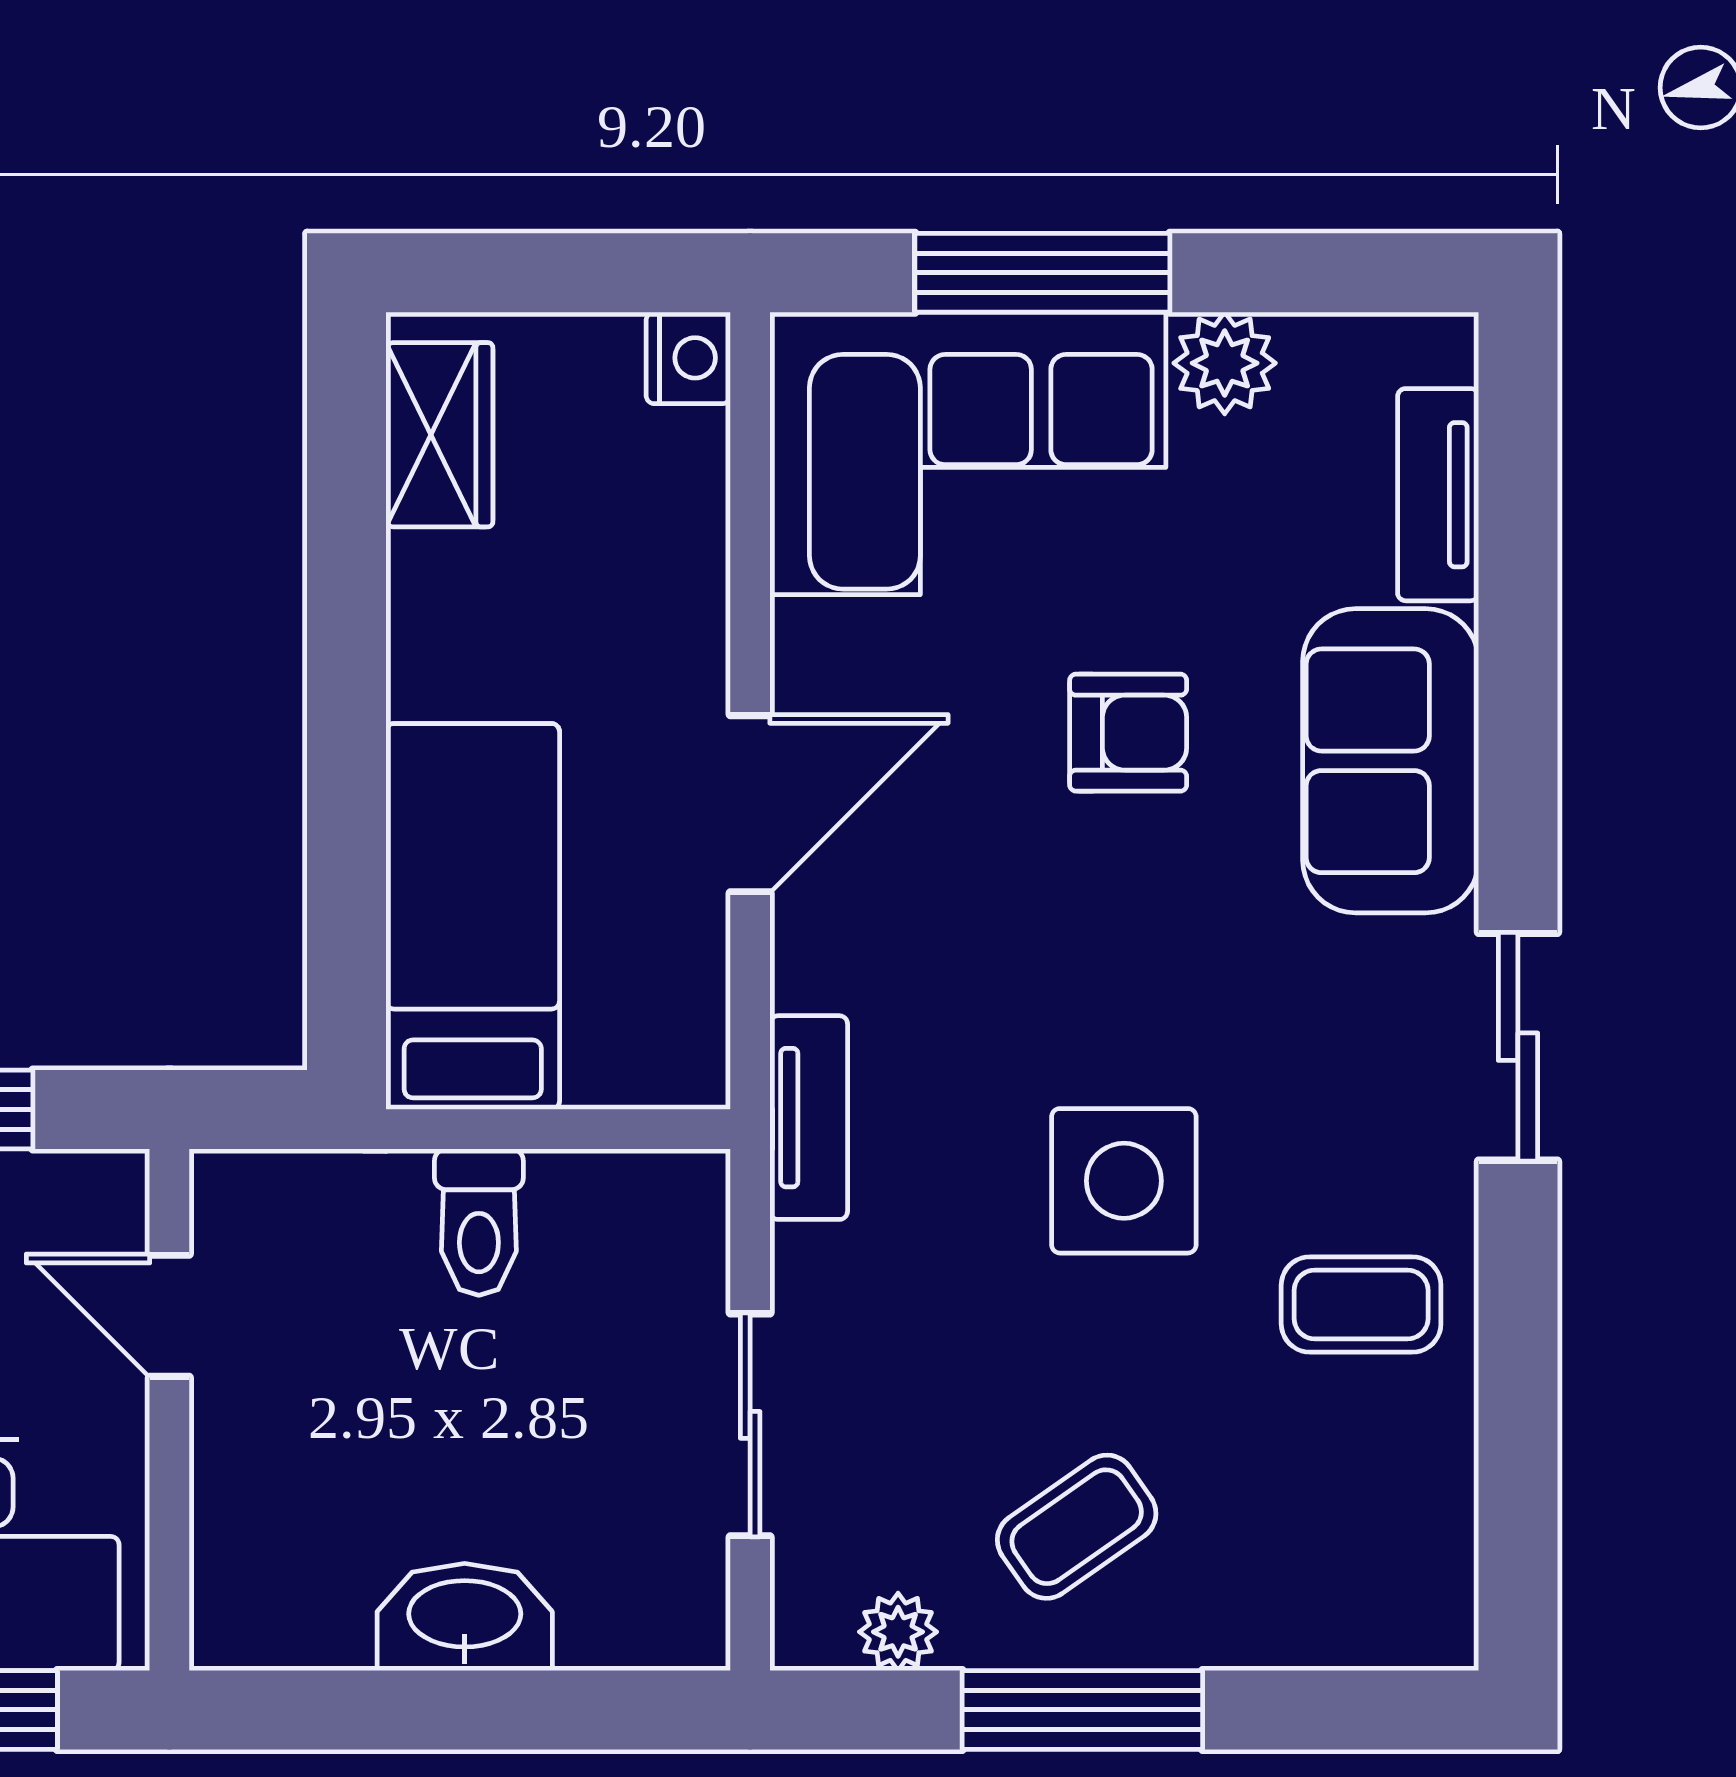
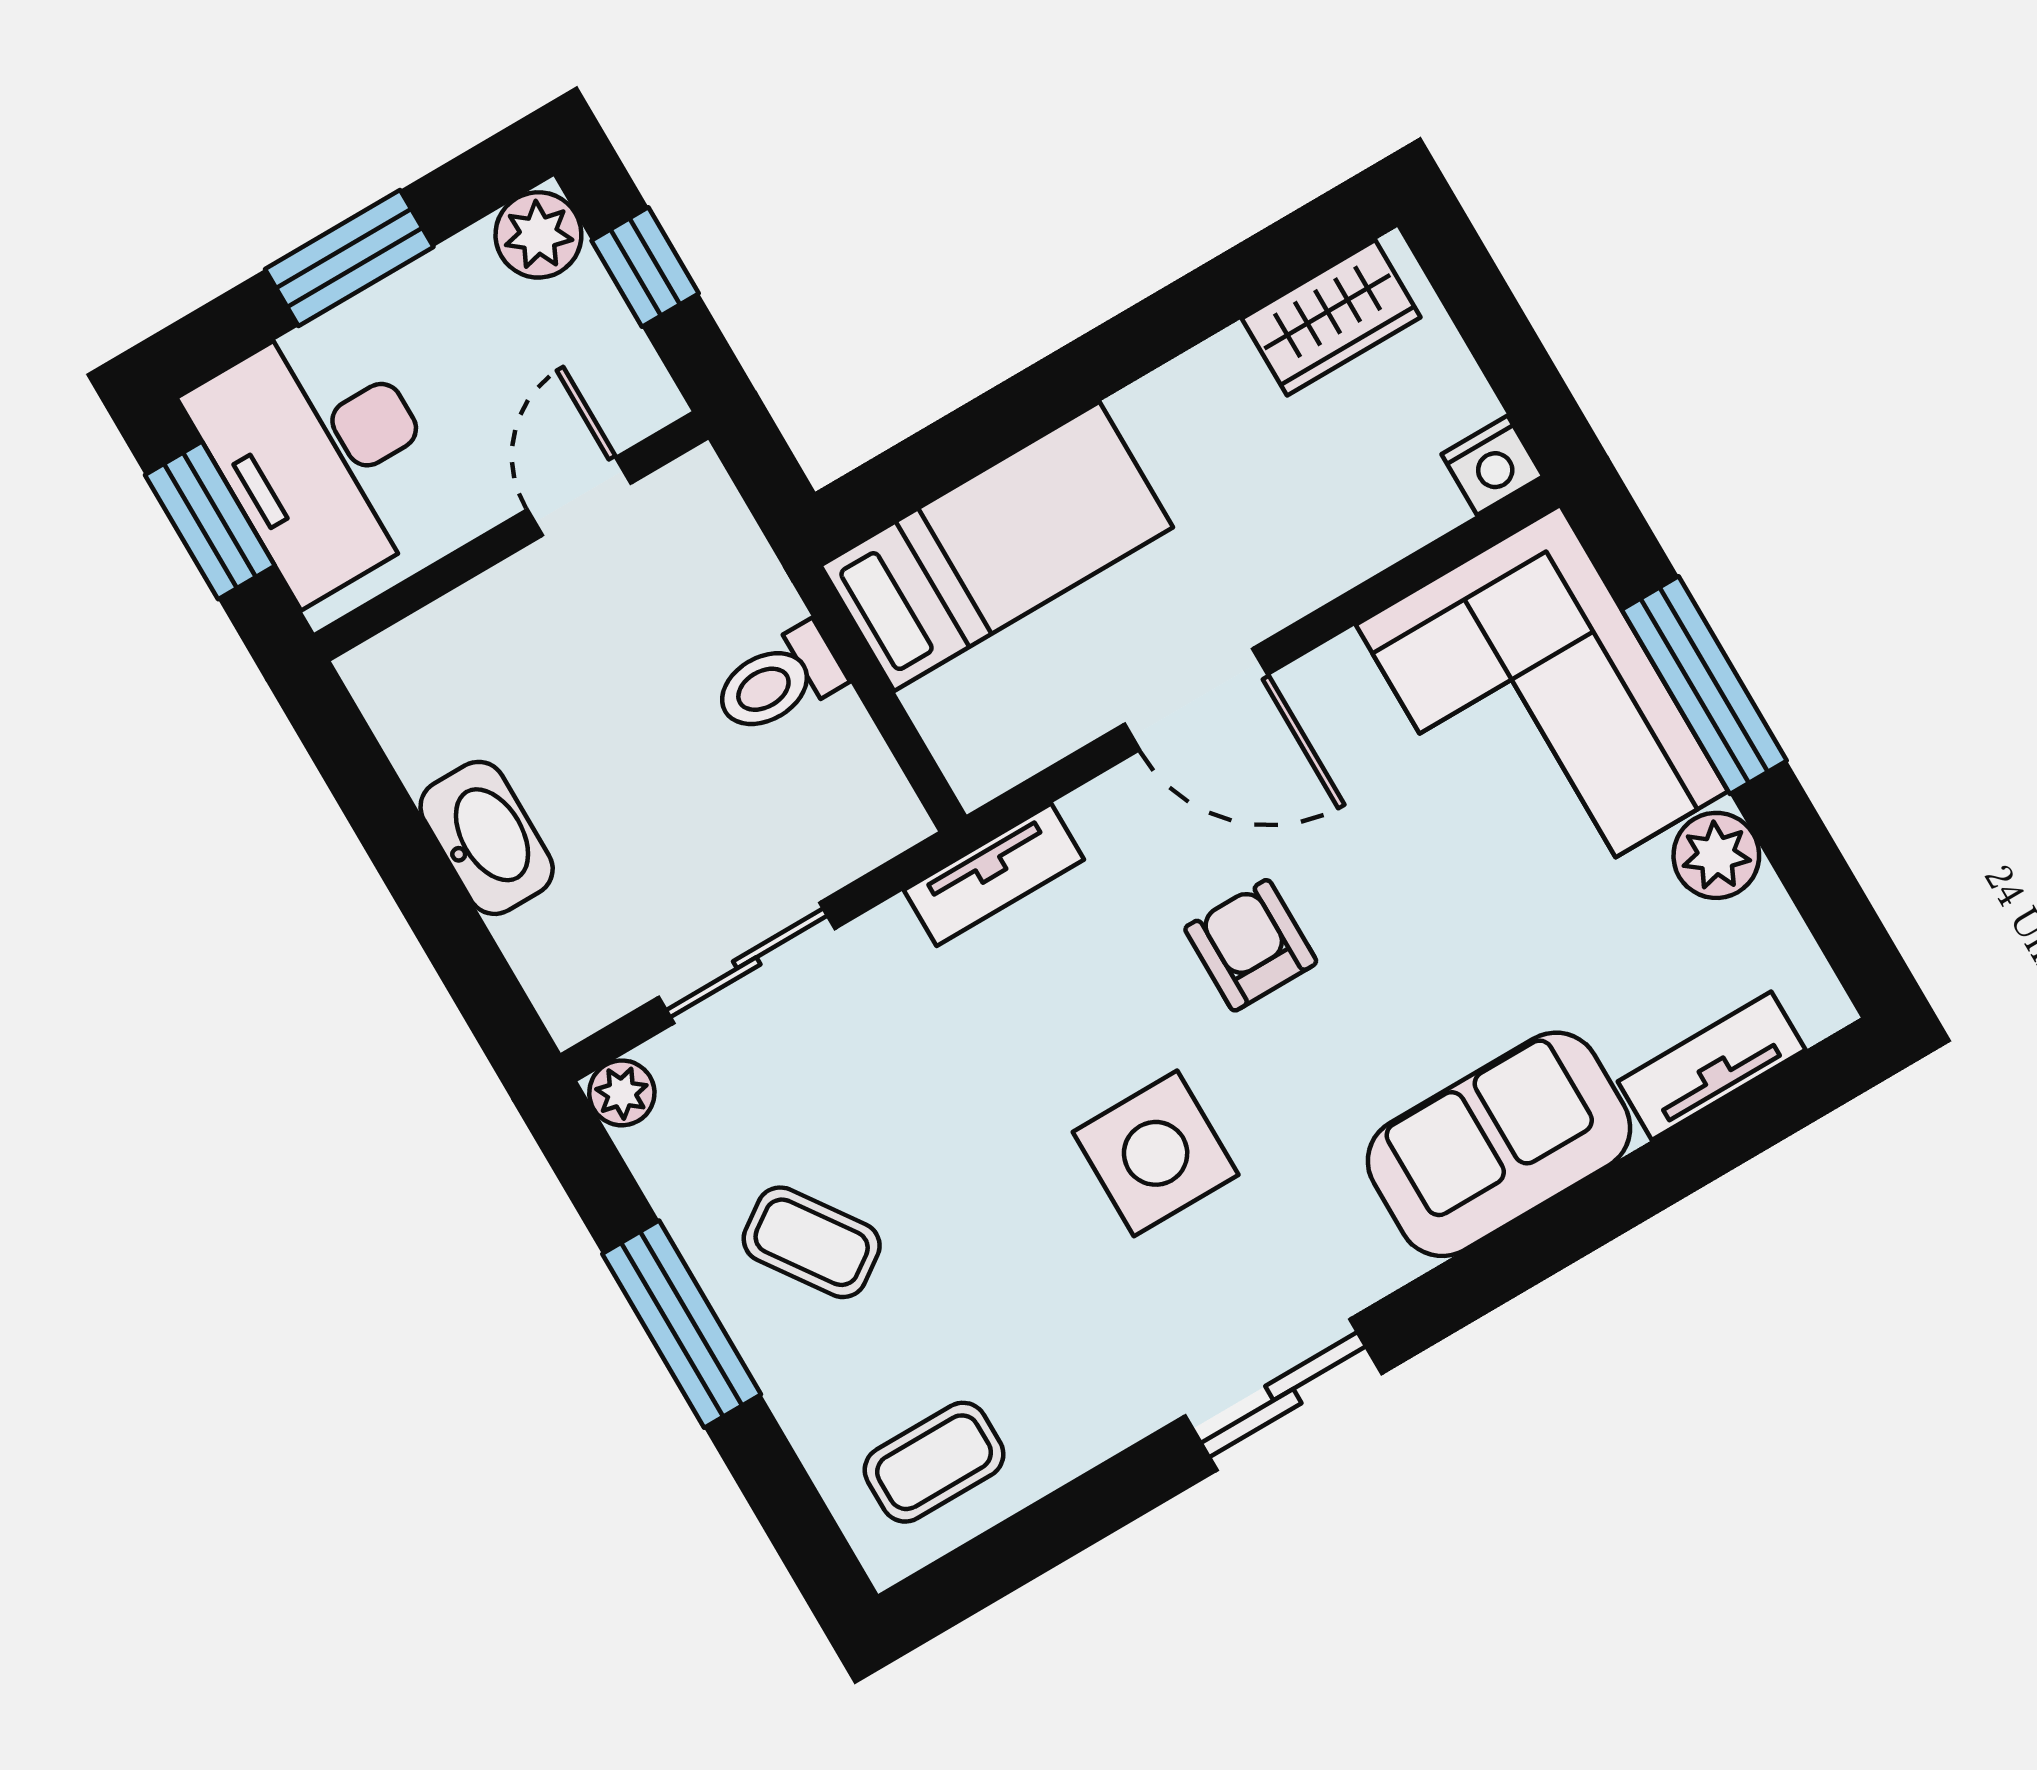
armchair: (1128, 733) -> (1251, 945), moved, turned 180
sliding door: (1518, 1047) -> (1283, 1395), moved
side table: (1124, 1181) -> (1156, 1153), moved
coffee table: (1361, 1304) -> (934, 1462), moved, turned 90
plant: (898, 1632) -> (622, 1093), moved

